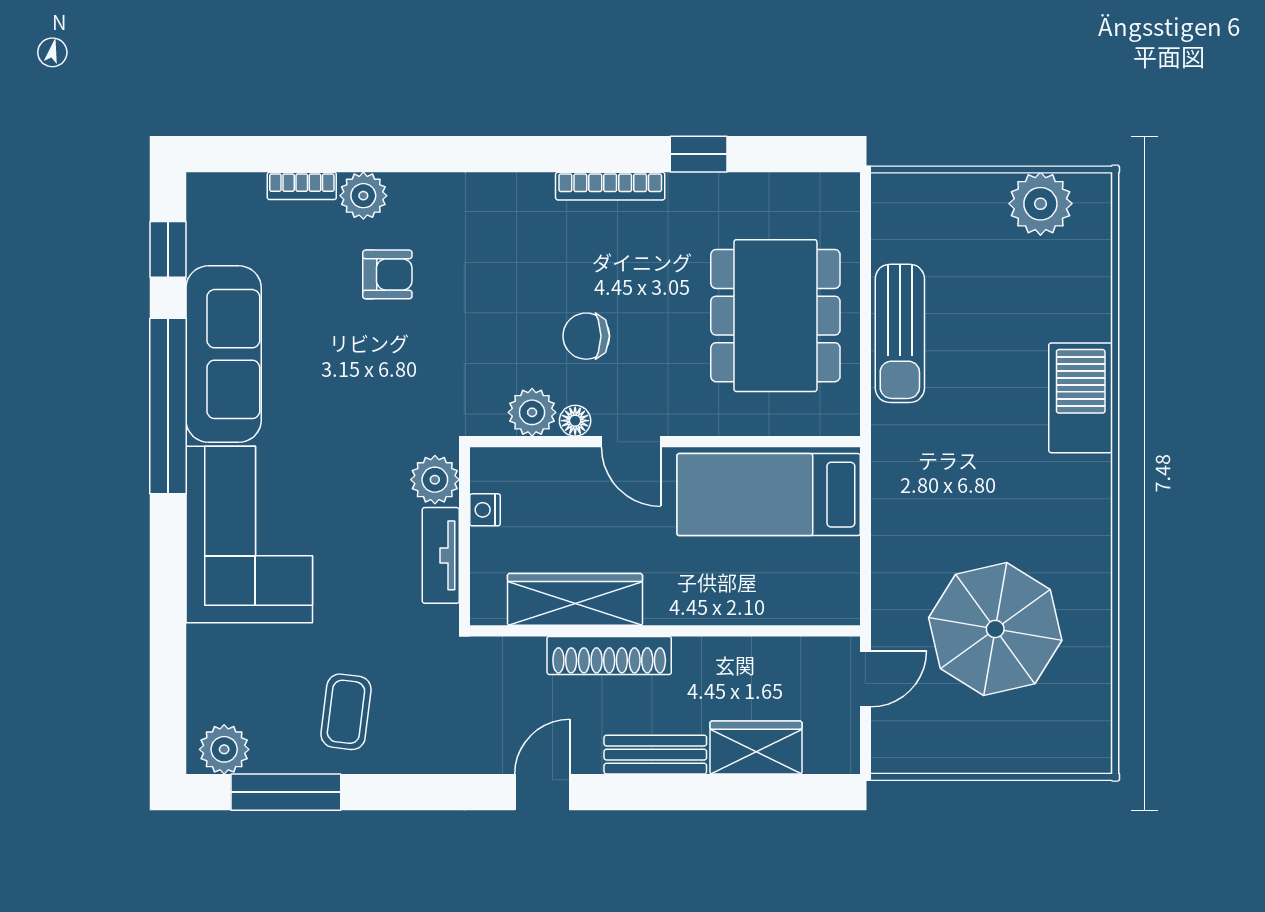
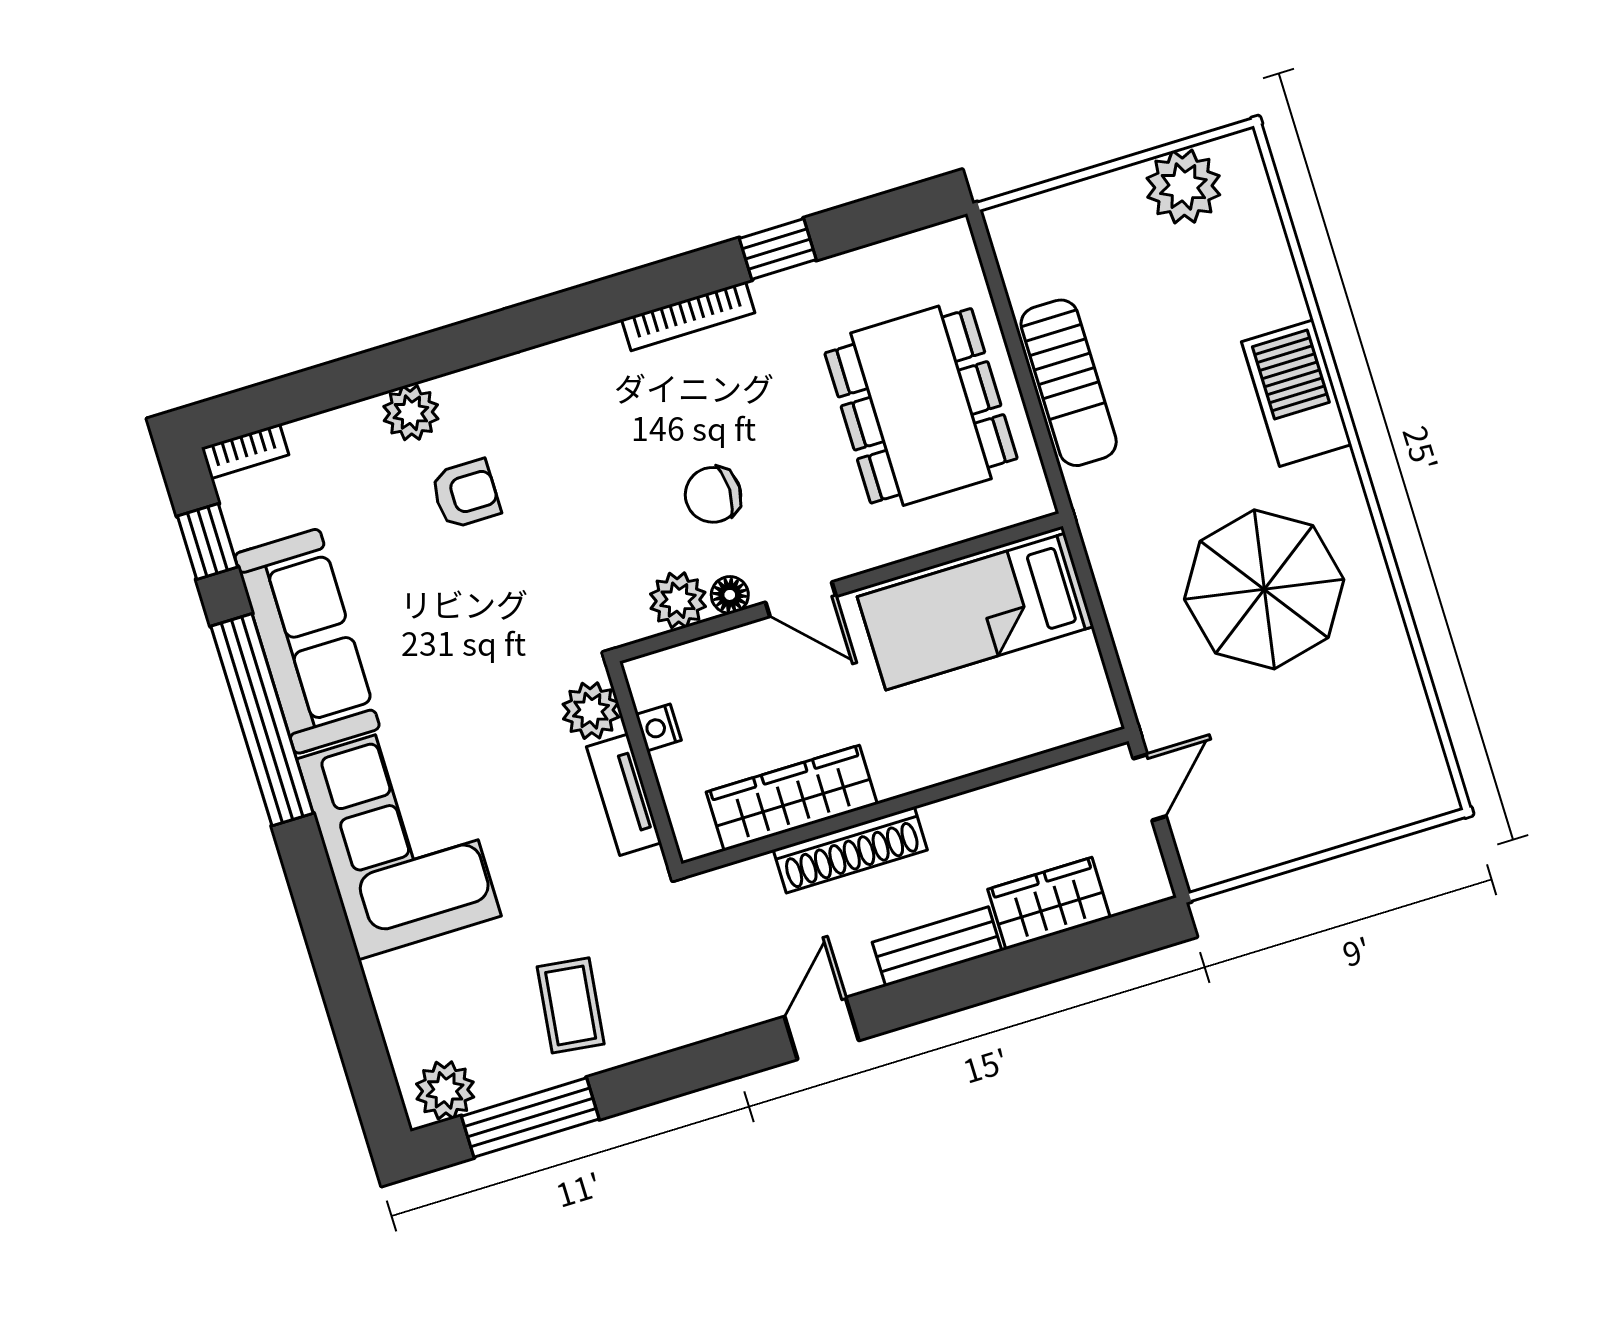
bookcase: (302, 186) -> (245, 451), moved
parasol: (995, 629) -> (1264, 589), moved

